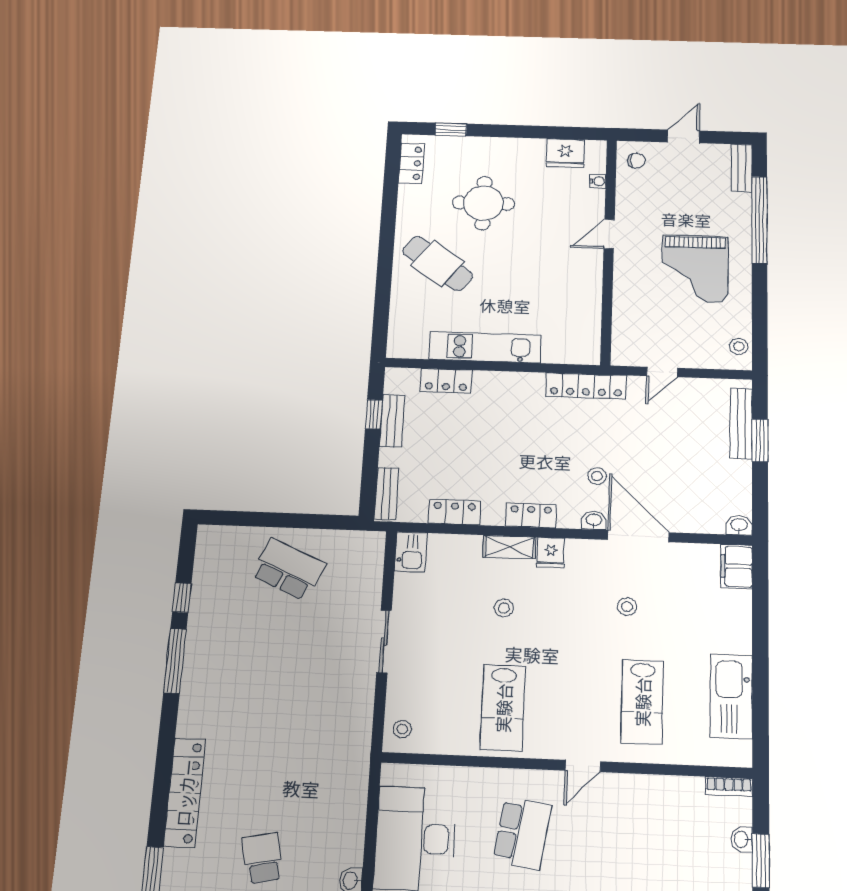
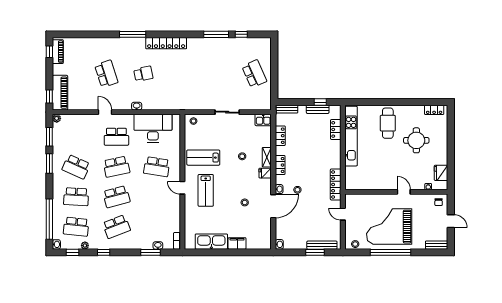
window: (451, 129) -> (451, 125), removed
window: (759, 220) -> (390, 252), moved
cafe table: (438, 263) -> (388, 123), turned -36
grand piano: (695, 269) -> (389, 227), width x1.37, depth x1.48
kitchen unit: (485, 347) -> (351, 136), width x1.36
filing cabinet: (737, 567) -> (237, 243), moved
school desk: (288, 569) -> (254, 74), turned -48
lab bench: (642, 702) -> (206, 190), moved, turned -90

